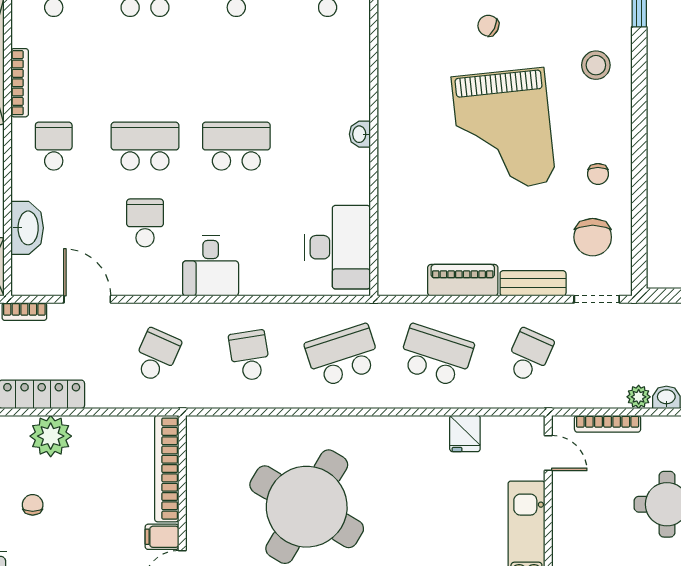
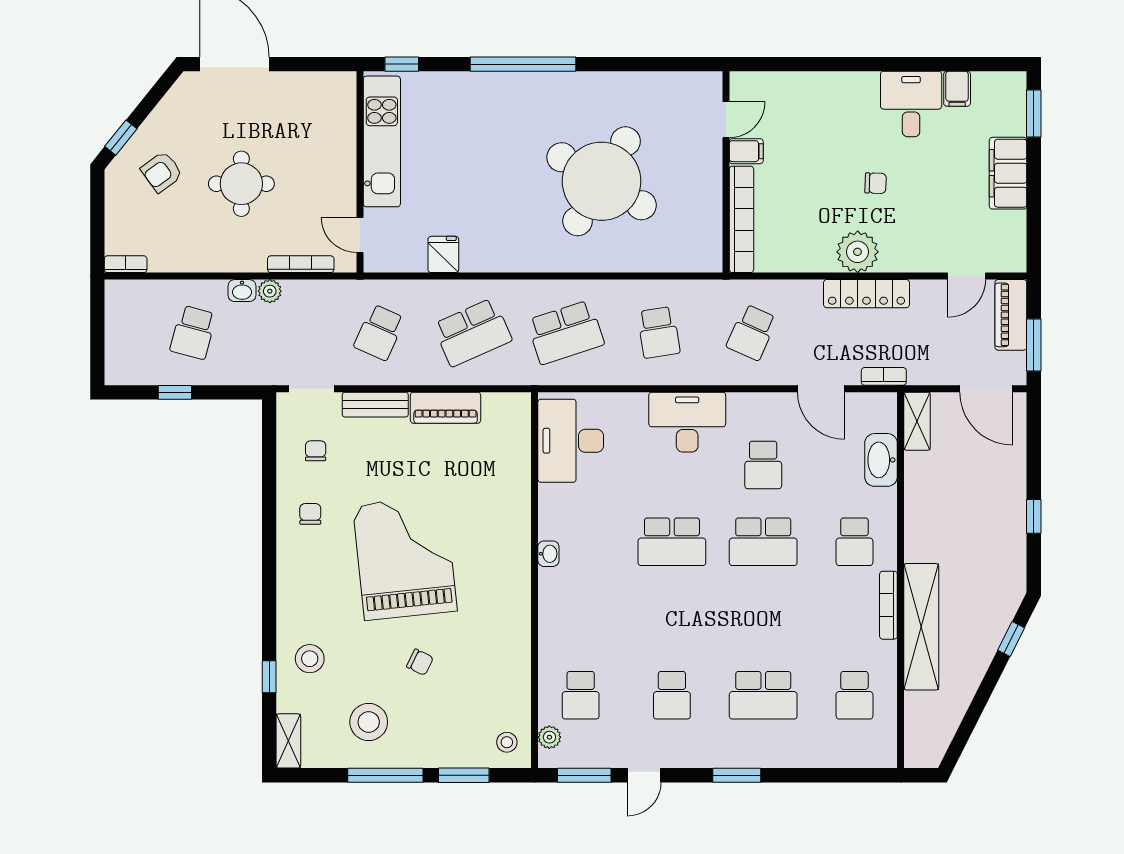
stool: (596, 65) -> (310, 659), moved
chair: (593, 237) -> (316, 451), width x0.54, depth x0.54
desk: (211, 266) -> (687, 422), width x1.37
school desk: (436, 356) -> (472, 332), turned -42
chair: (33, 505) -> (876, 183), turned -88

